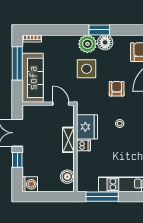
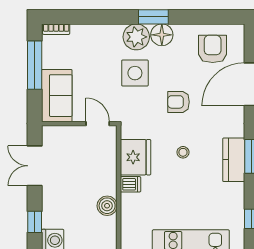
sofa: (33, 78) -> (57, 96), width x0.73
armchair: (117, 89) -> (179, 102), turned -90
shelving: (68, 140) -> (109, 176), removed
window: (17, 160) -> (35, 222), moved
boiler: (67, 177) -> (107, 206), moved

